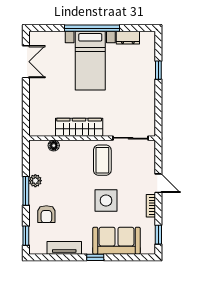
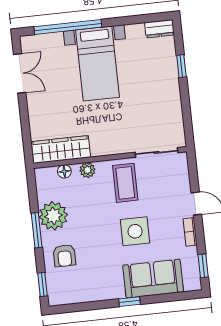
window: (92, 28) -> (68, 27), moved
dresser: (128, 38) -> (159, 29), moved
wardrobe: (79, 127) -> (61, 149), moved
plant: (73, 146) -> (87, 170), added
plant: (35, 181) -> (53, 216), width x1.88, depth x1.88
tv unit: (64, 248) -> (91, 294), removed

